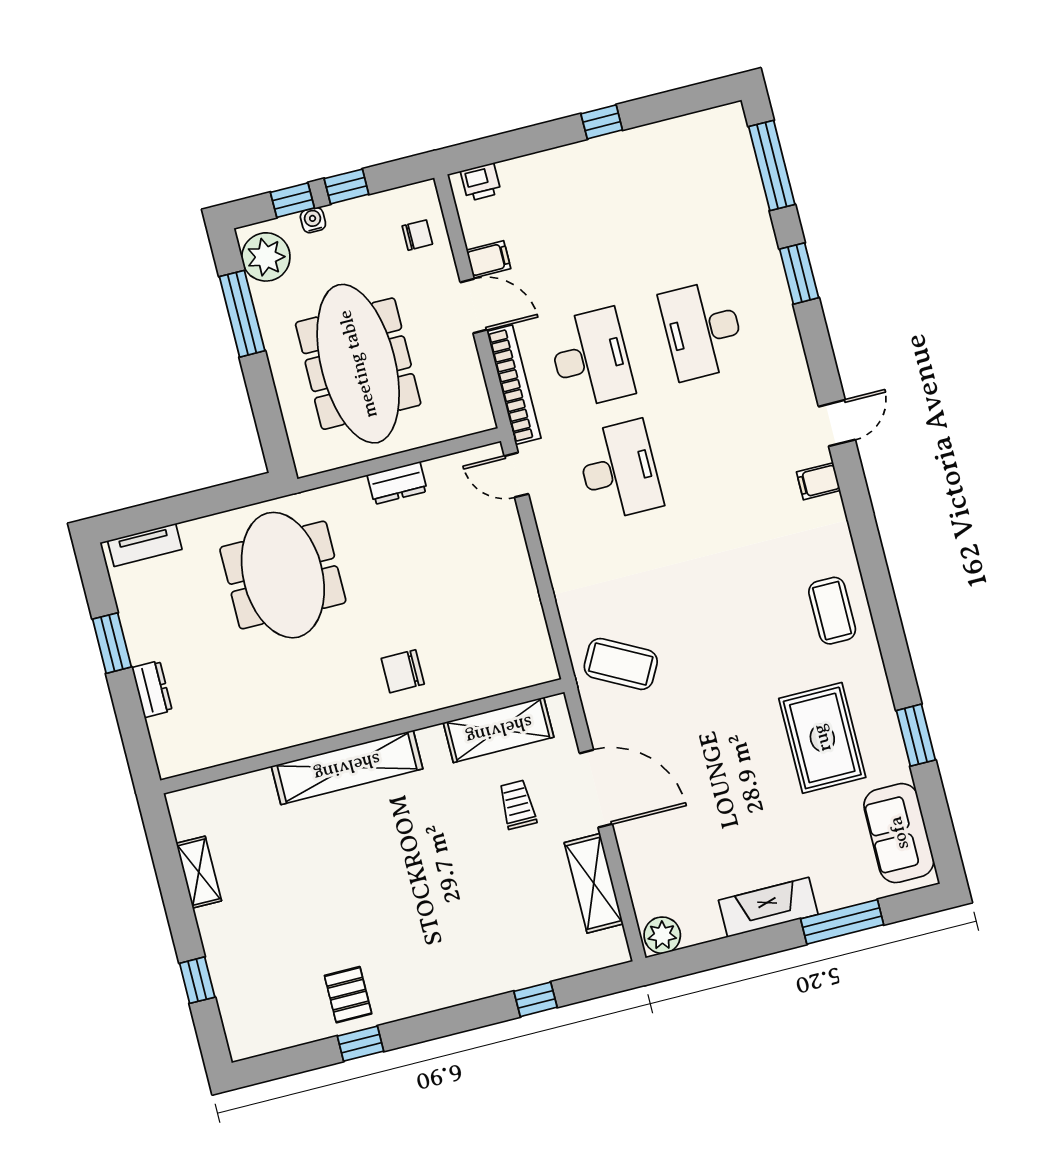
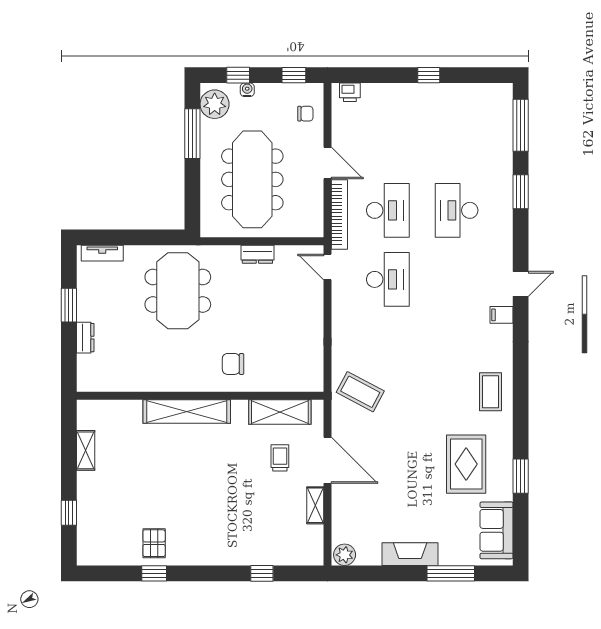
window: (346, 186) -> (294, 75), moved
filing cabinet: (488, 259) -> (343, 138), removed
shelving: (594, 883) -> (315, 505), width x0.67, depth x0.75

